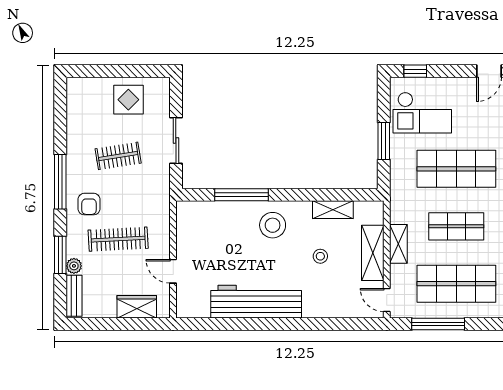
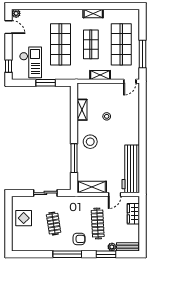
shelving: (373, 253) -> (92, 187), moved
workbench: (256, 302) -> (131, 169), moved

